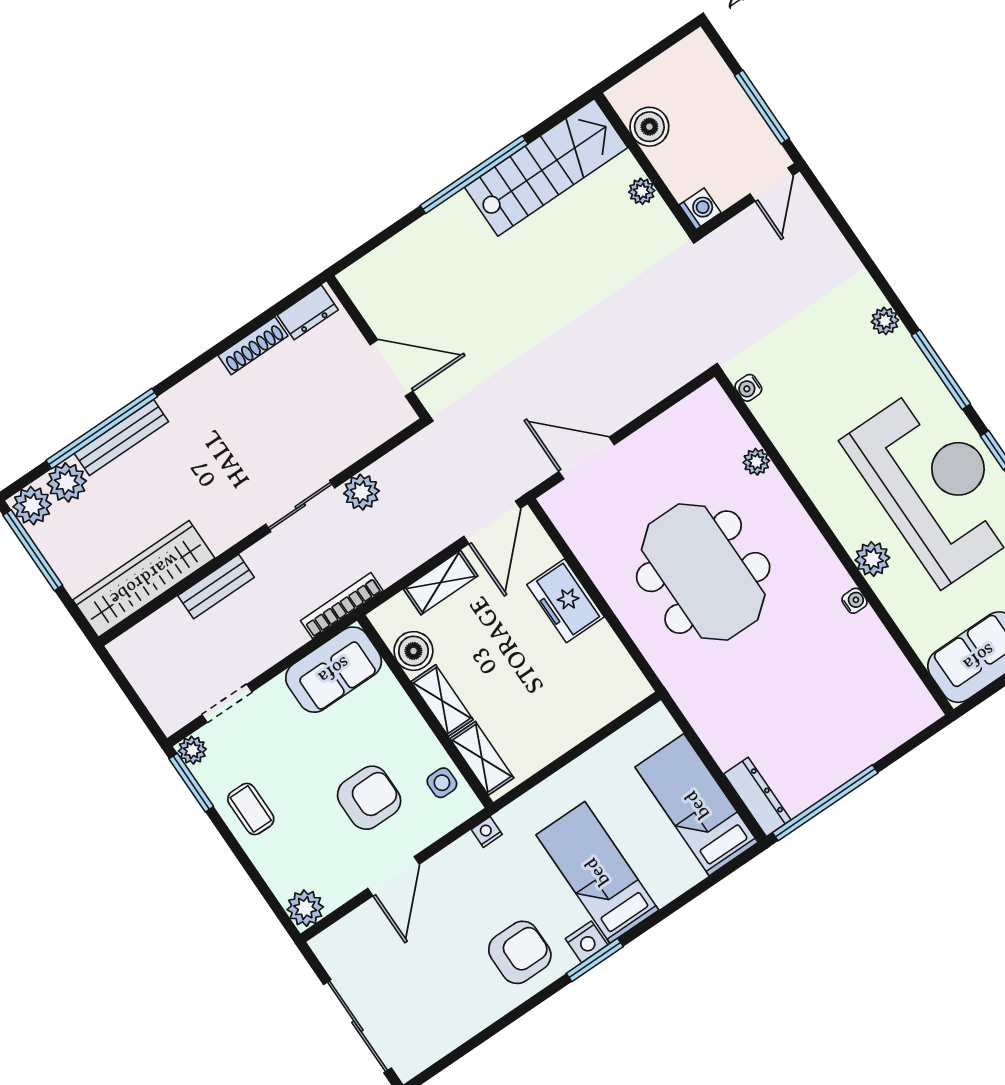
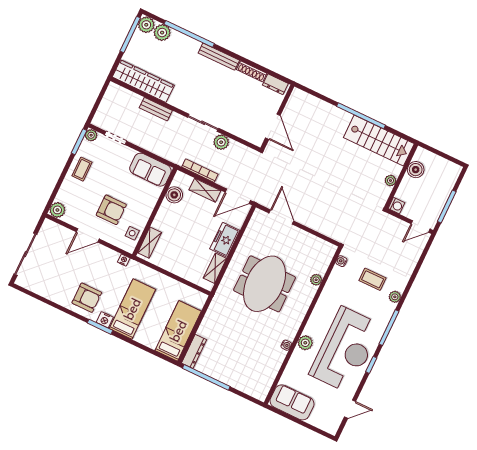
coffee table: (822, 346) -> (373, 279), added
bench: (121, 437) -> (219, 57), moved
bookcase: (342, 606) -> (200, 171), moved
shelving: (442, 701) -> (215, 268), moved

